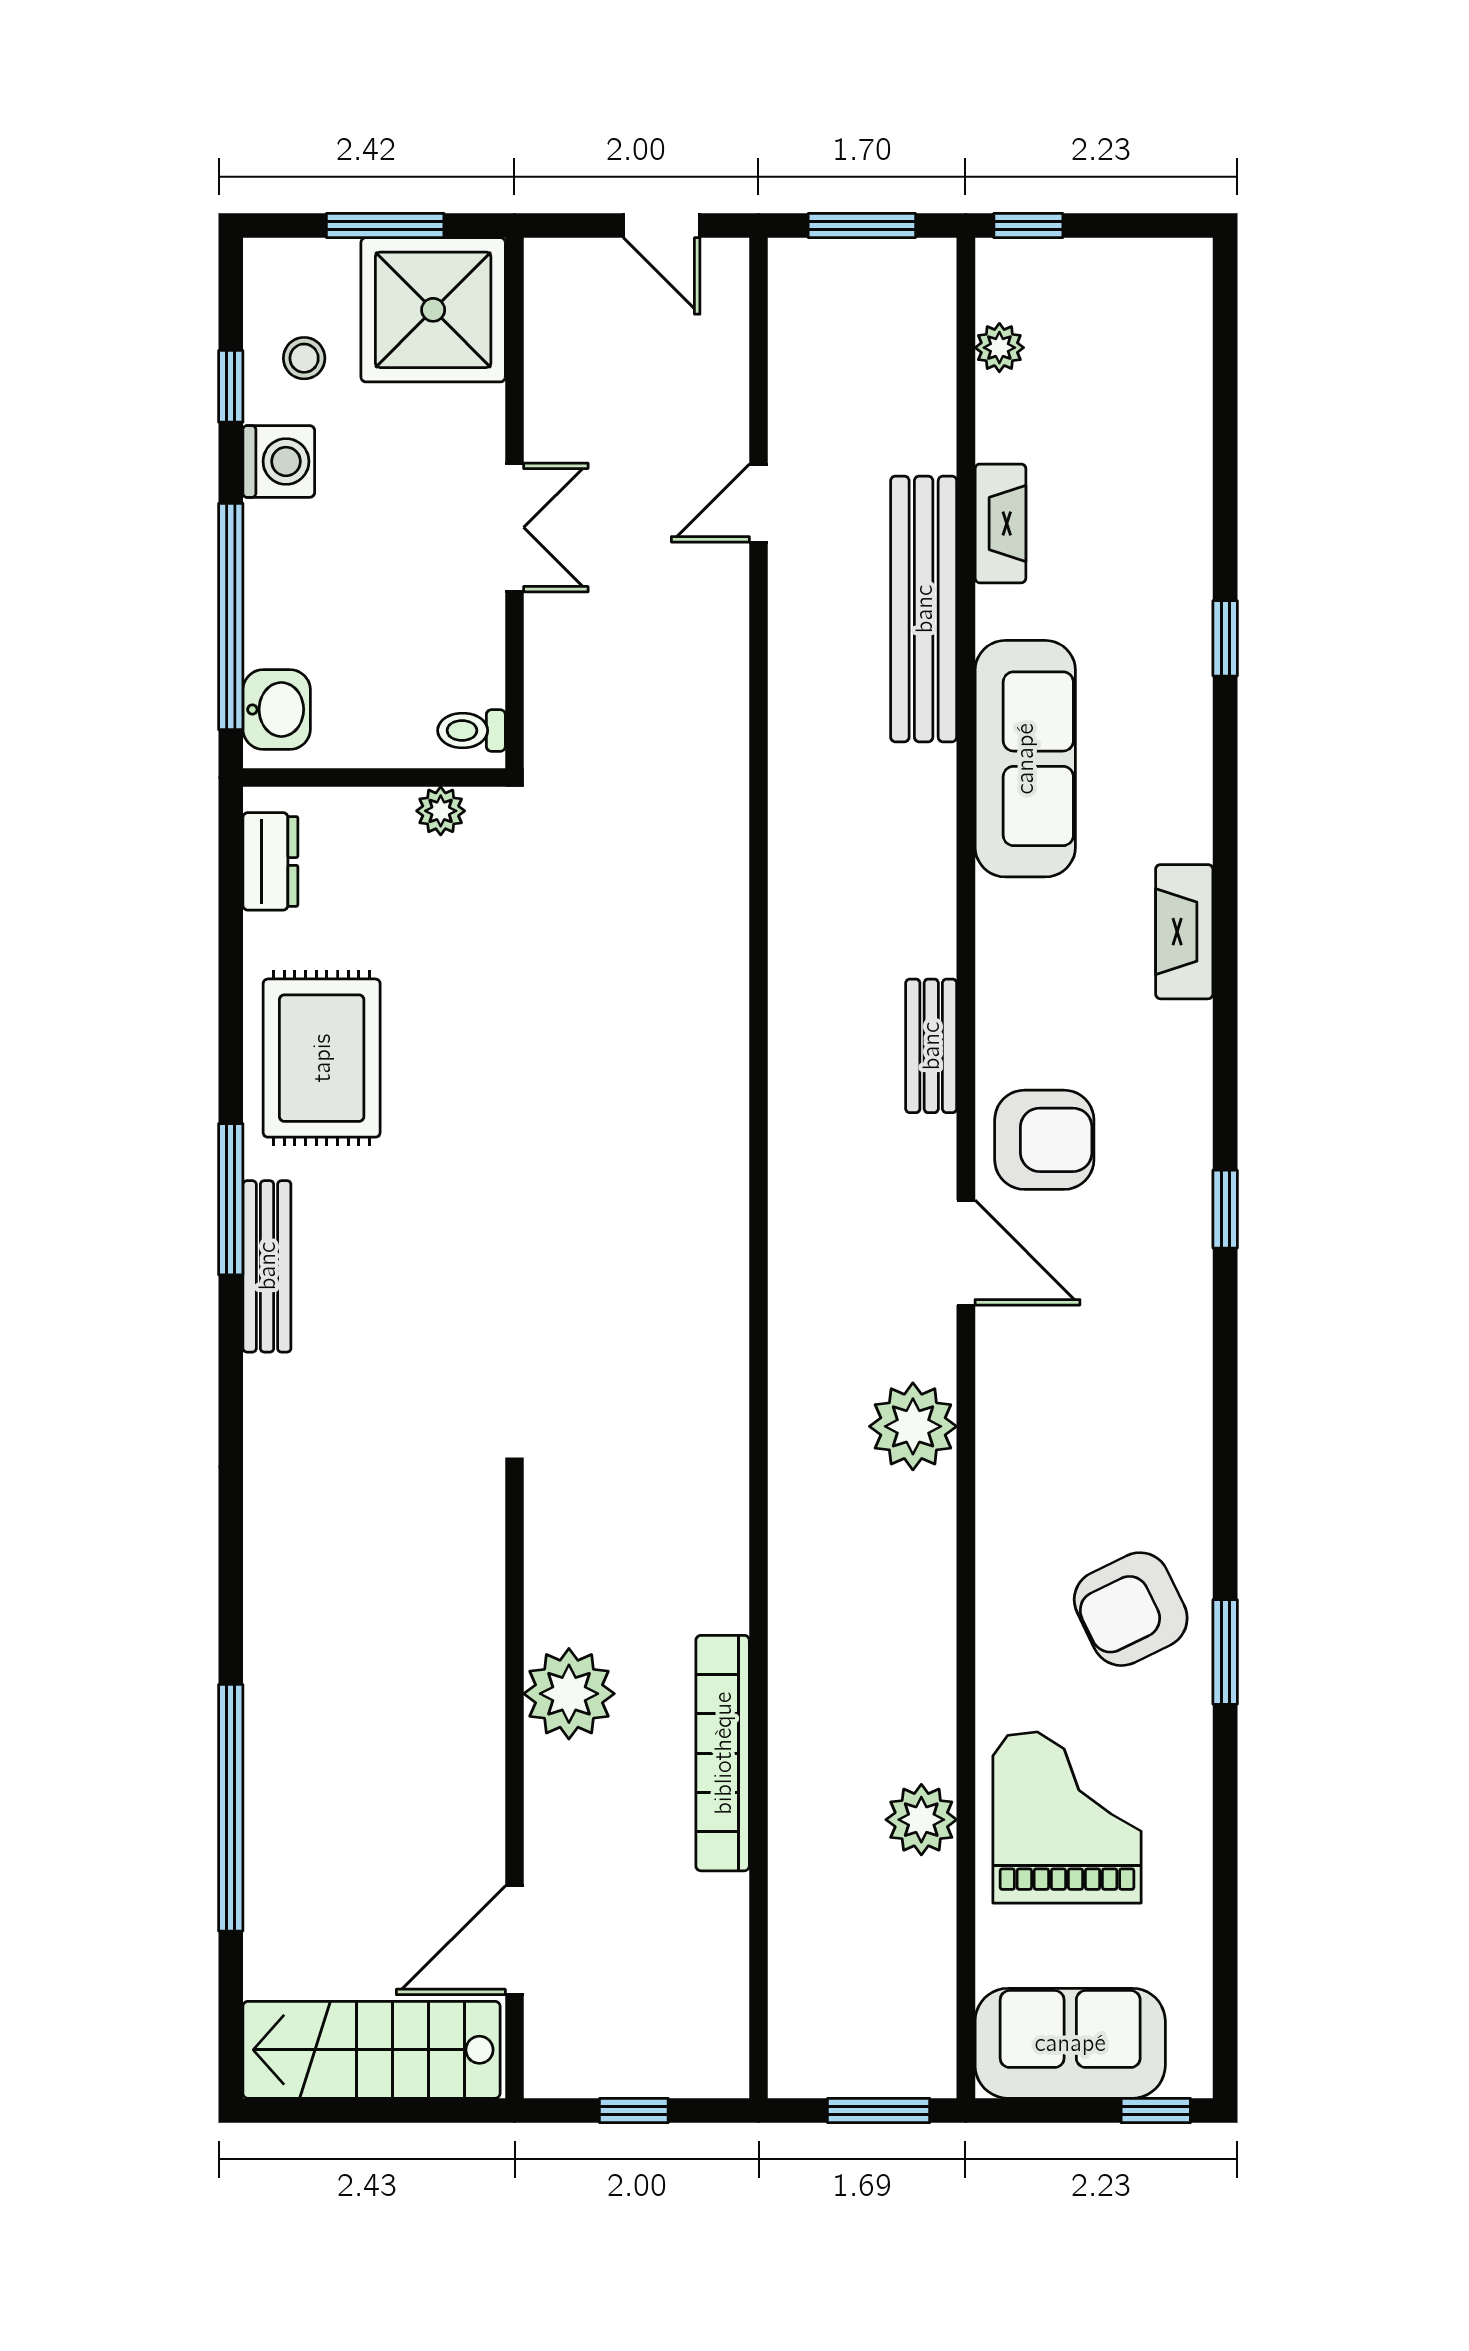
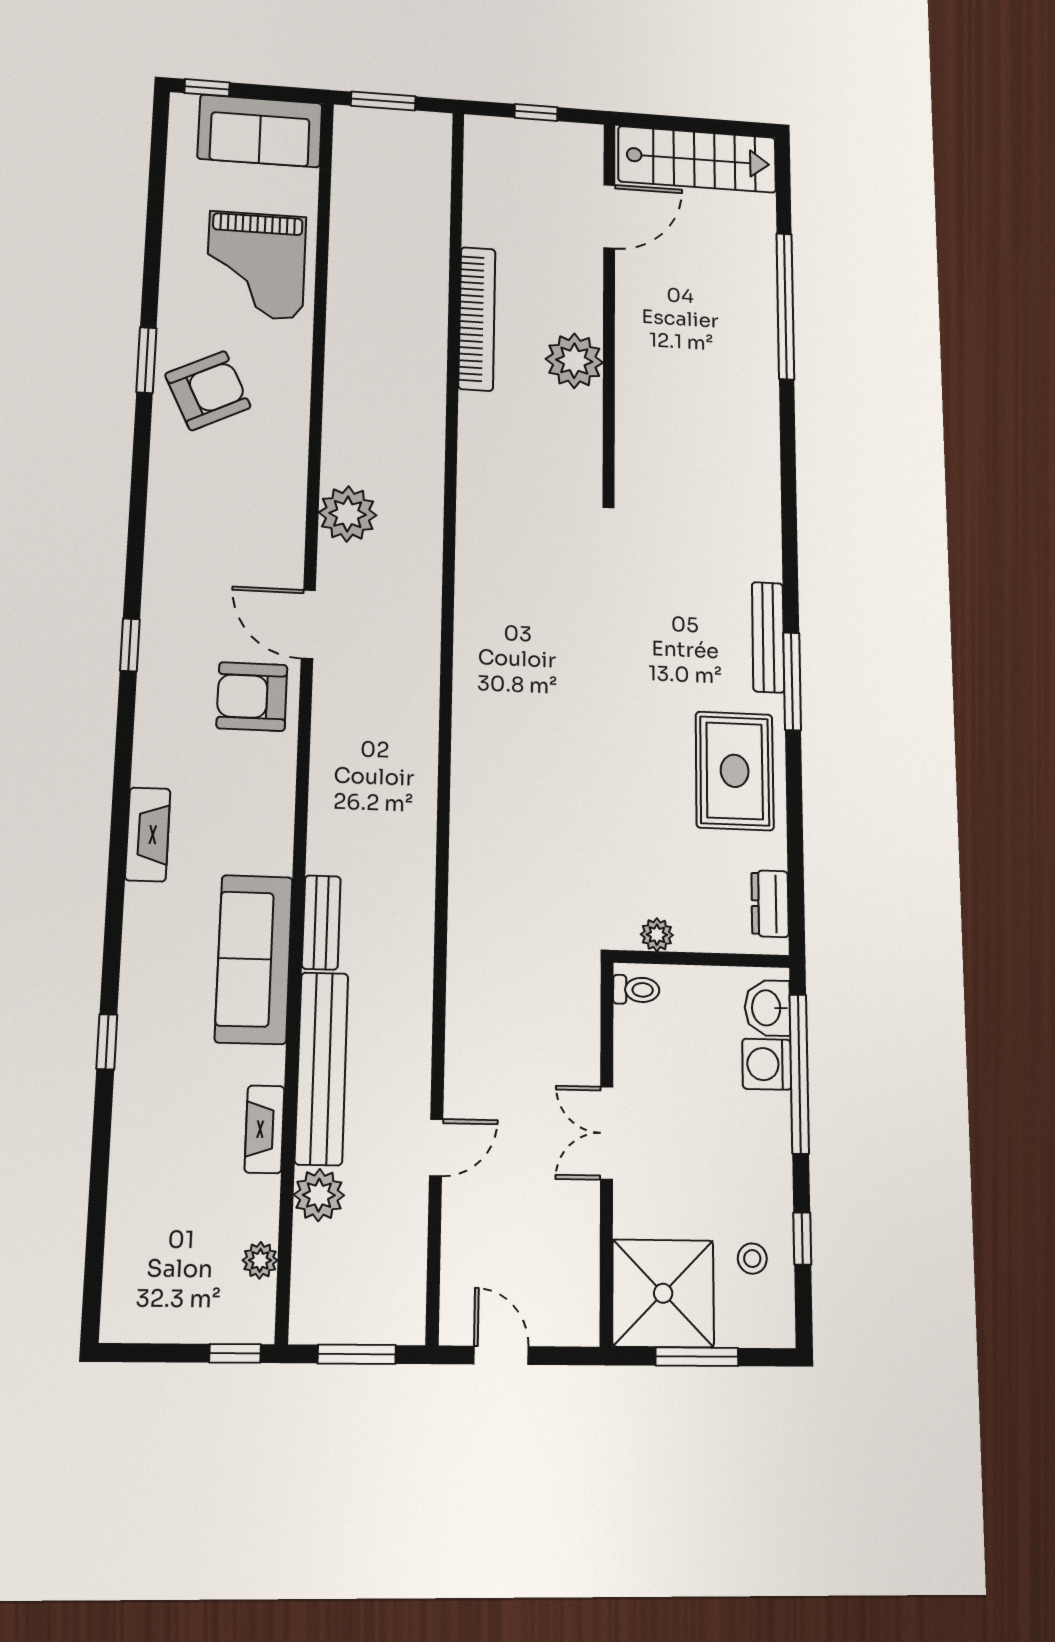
washing machine: (279, 461) -> (767, 1064), moved
bench: (931, 1046) -> (321, 922), moved
plant: (921, 1820) -> (319, 1195), moved

